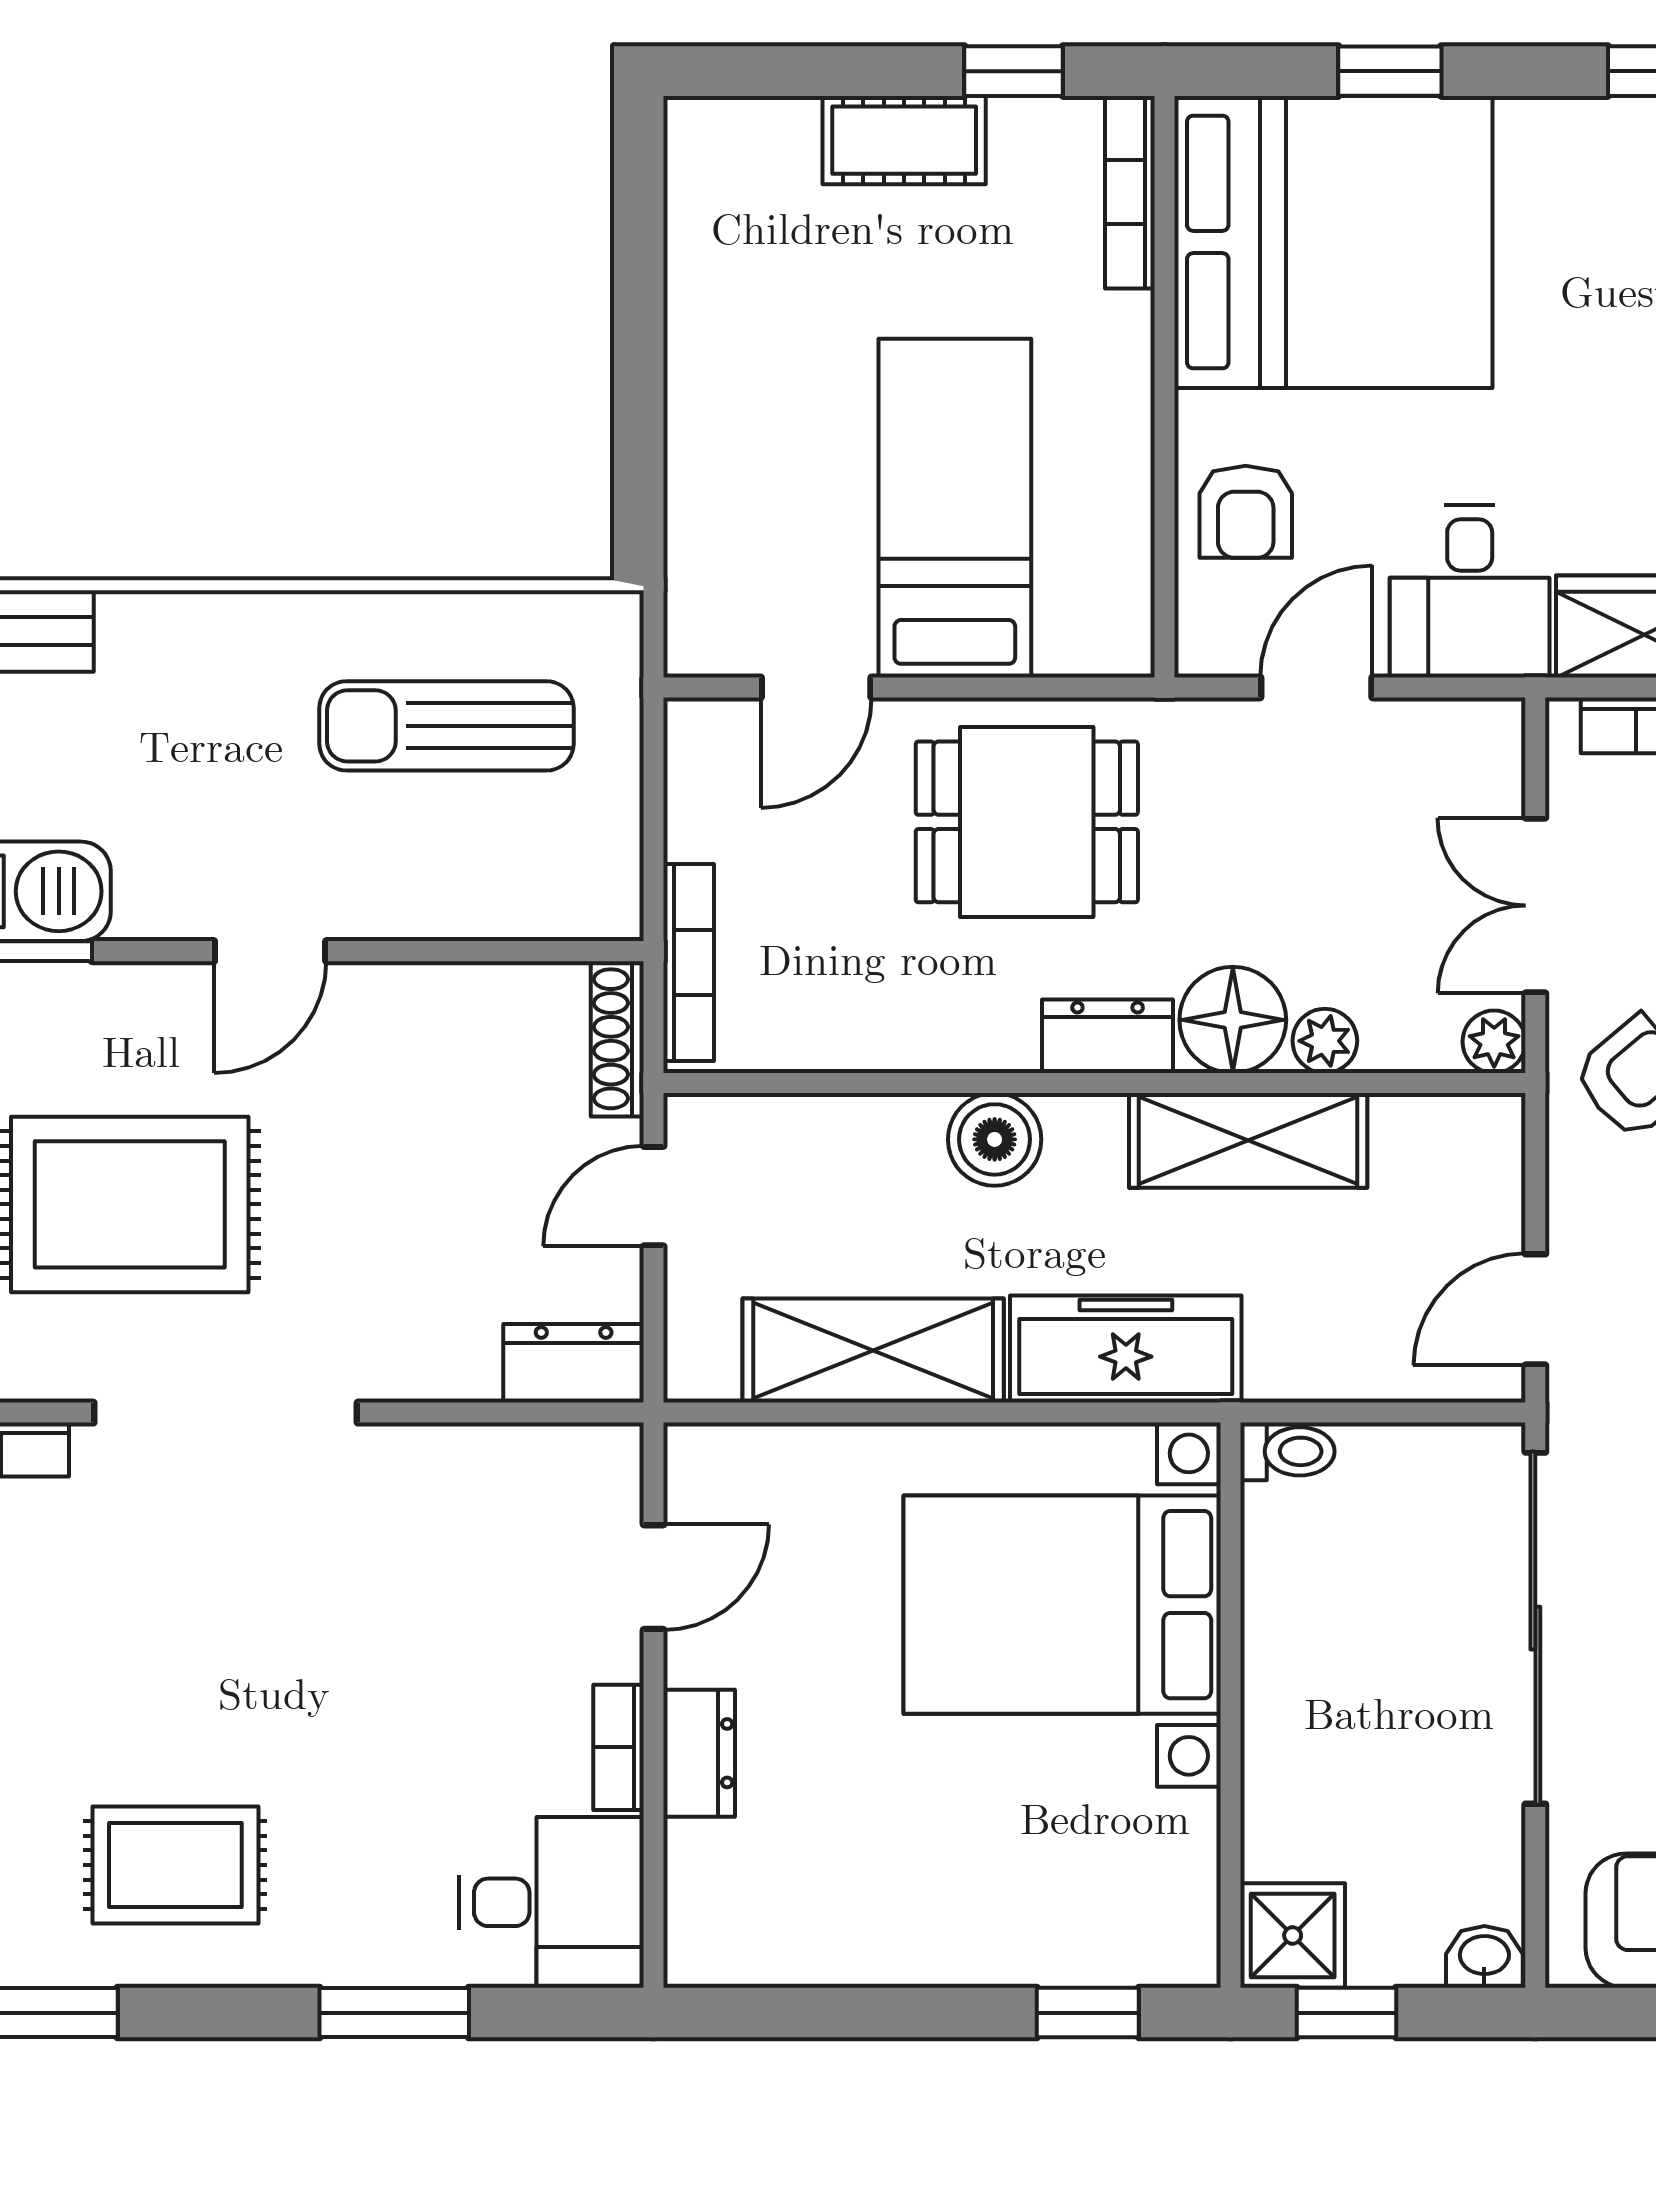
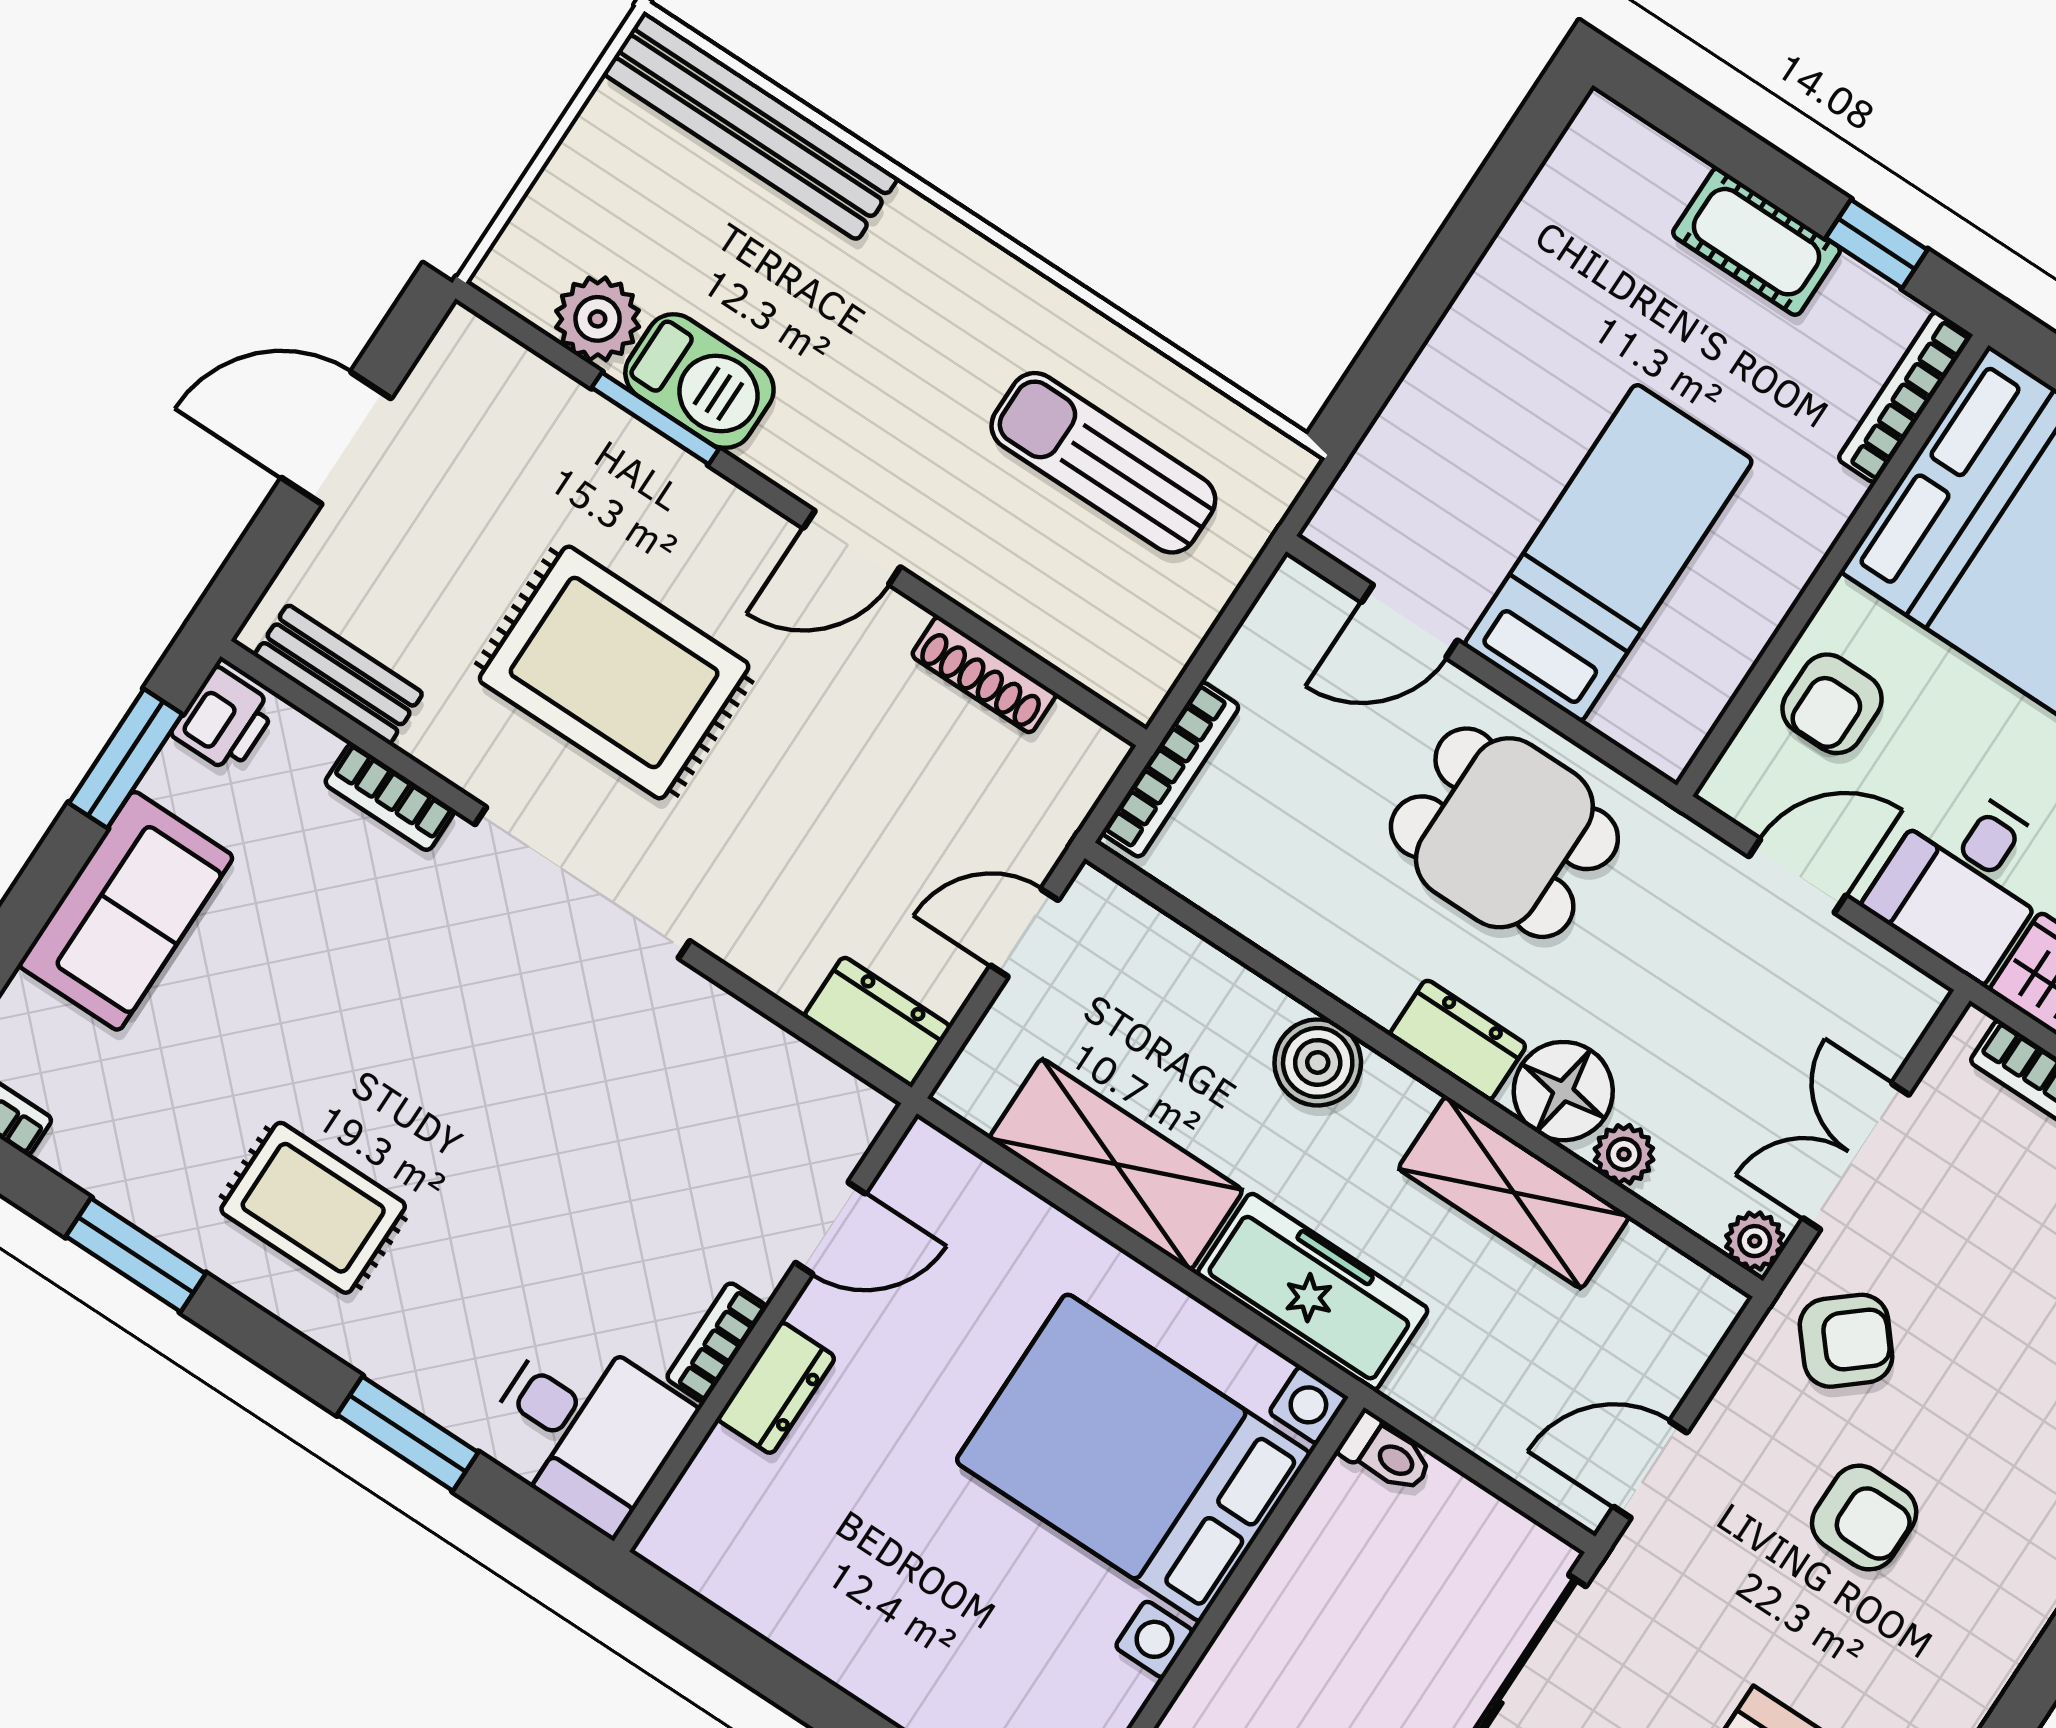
shoe rack: (617, 1039) -> (984, 675), moved, turned -90

